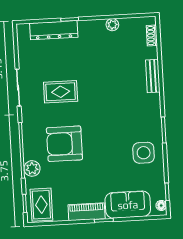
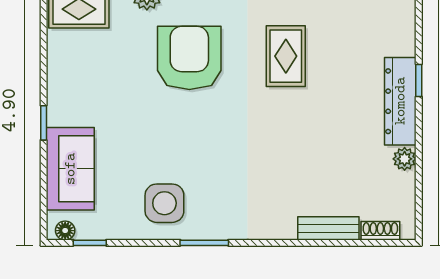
dresser: (54, 30) -> (400, 101), moved
bench: (153, 76) -> (328, 228), moved
piano: (87, 212) -> (61, 92), removed

